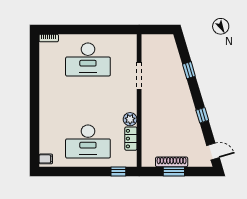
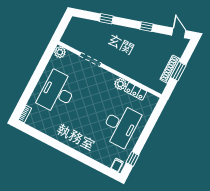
plant: (130, 41) -> (60, 52), added
desk: (88, 60) -> (57, 92), turned 180
door: (213, 152) -> (179, 33), hinge flipped
window: (118, 171) -> (132, 159), moved

